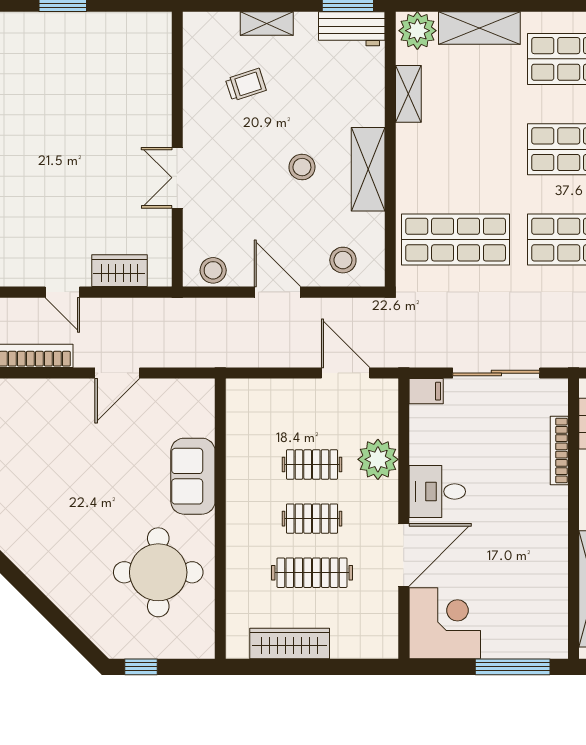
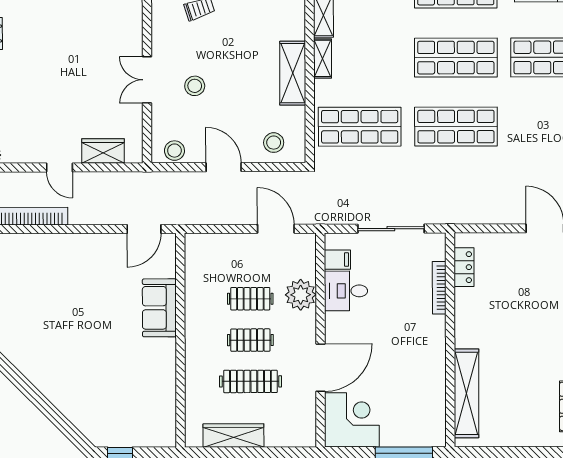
shelving: (407, 150) -> (323, 58), added
stool: (302, 167) -> (195, 86), moved
door: (117, 373) -> (144, 229), moved
filing cabinet: (426, 391) -> (337, 260), moved
desk: (437, 492) -> (346, 291), moved
round table: (158, 572) -> (133, 381), removed

